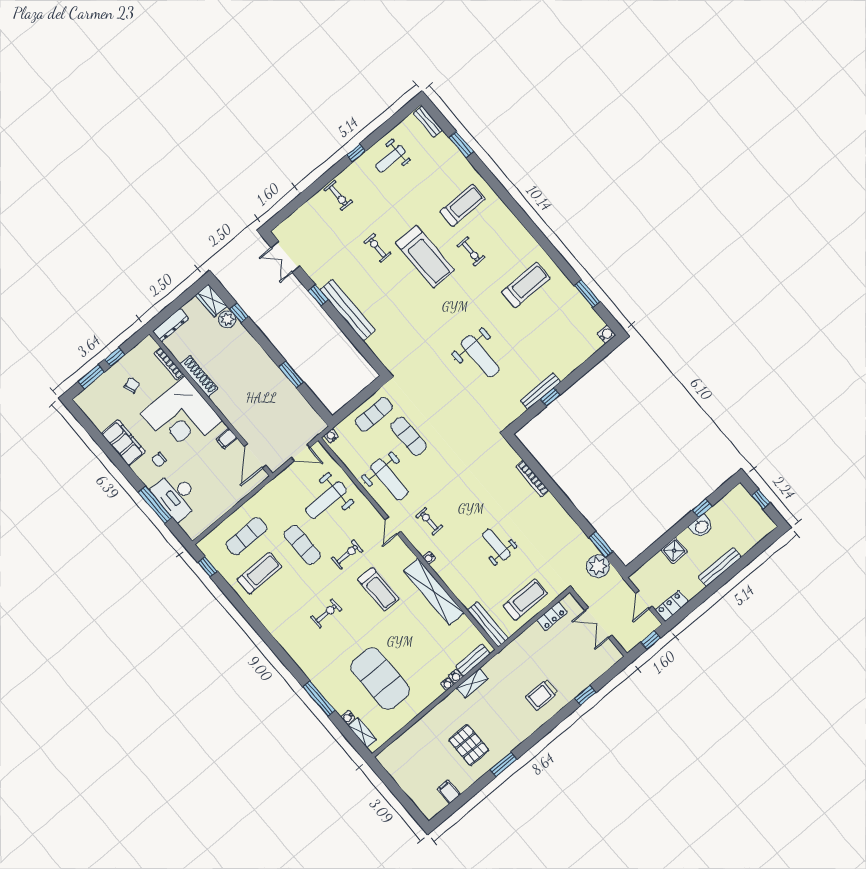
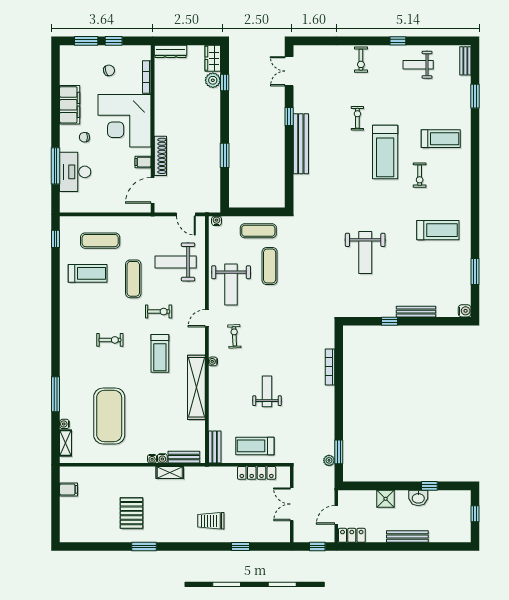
shoe rack: (199, 376) -> (160, 156), moved
bench: (540, 391) -> (416, 312), moved
plant: (598, 566) -> (329, 460), width x0.53, depth x0.53
treadmill: (525, 600) -> (255, 446), turned 180
locker: (552, 616) -> (257, 473), width x1.53
bench: (488, 624) -> (215, 447), width x0.73
filing cabinet: (449, 792) -> (69, 489), moved, turned 90

